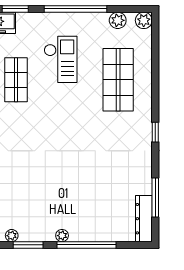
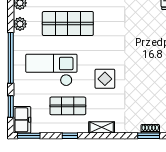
checkout: (61, 59) -> (51, 70), width x1.36, depth x1.21
display table: (50, 126) -> (105, 79), added

